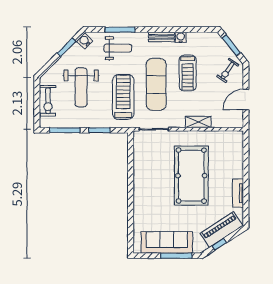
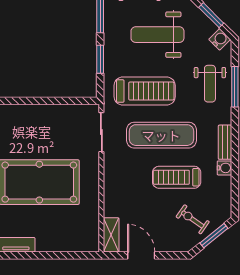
exercise bike: (228, 71) -> (193, 219), moved
shelving: (198, 122) -> (111, 235), moved

